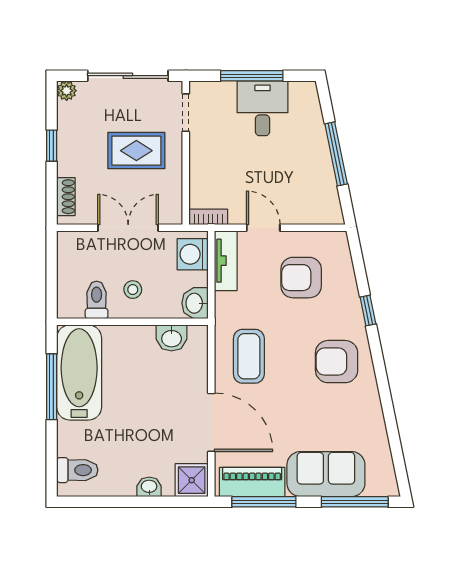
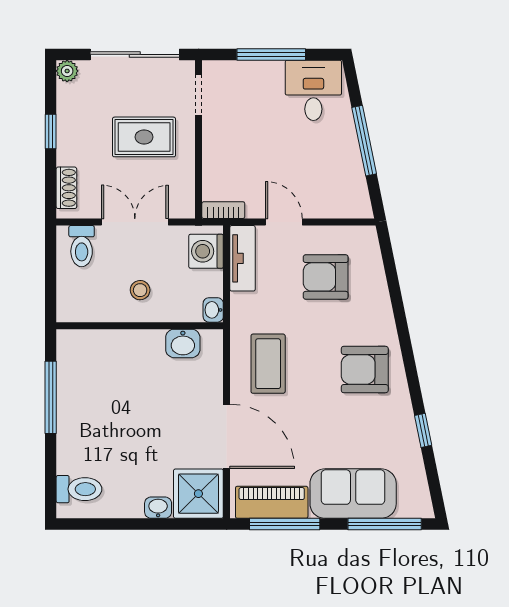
desk: (263, 108) -> (313, 90), moved
toilet: (97, 300) -> (82, 246), moved, turned 180
washbasin: (195, 303) -> (213, 310), width x0.72, depth x0.69
window: (368, 311) -> (423, 430), moved
bathtub: (79, 372) -> (81, 382), removed
shower: (192, 480) -> (198, 494), width x1.36, depth x1.36

